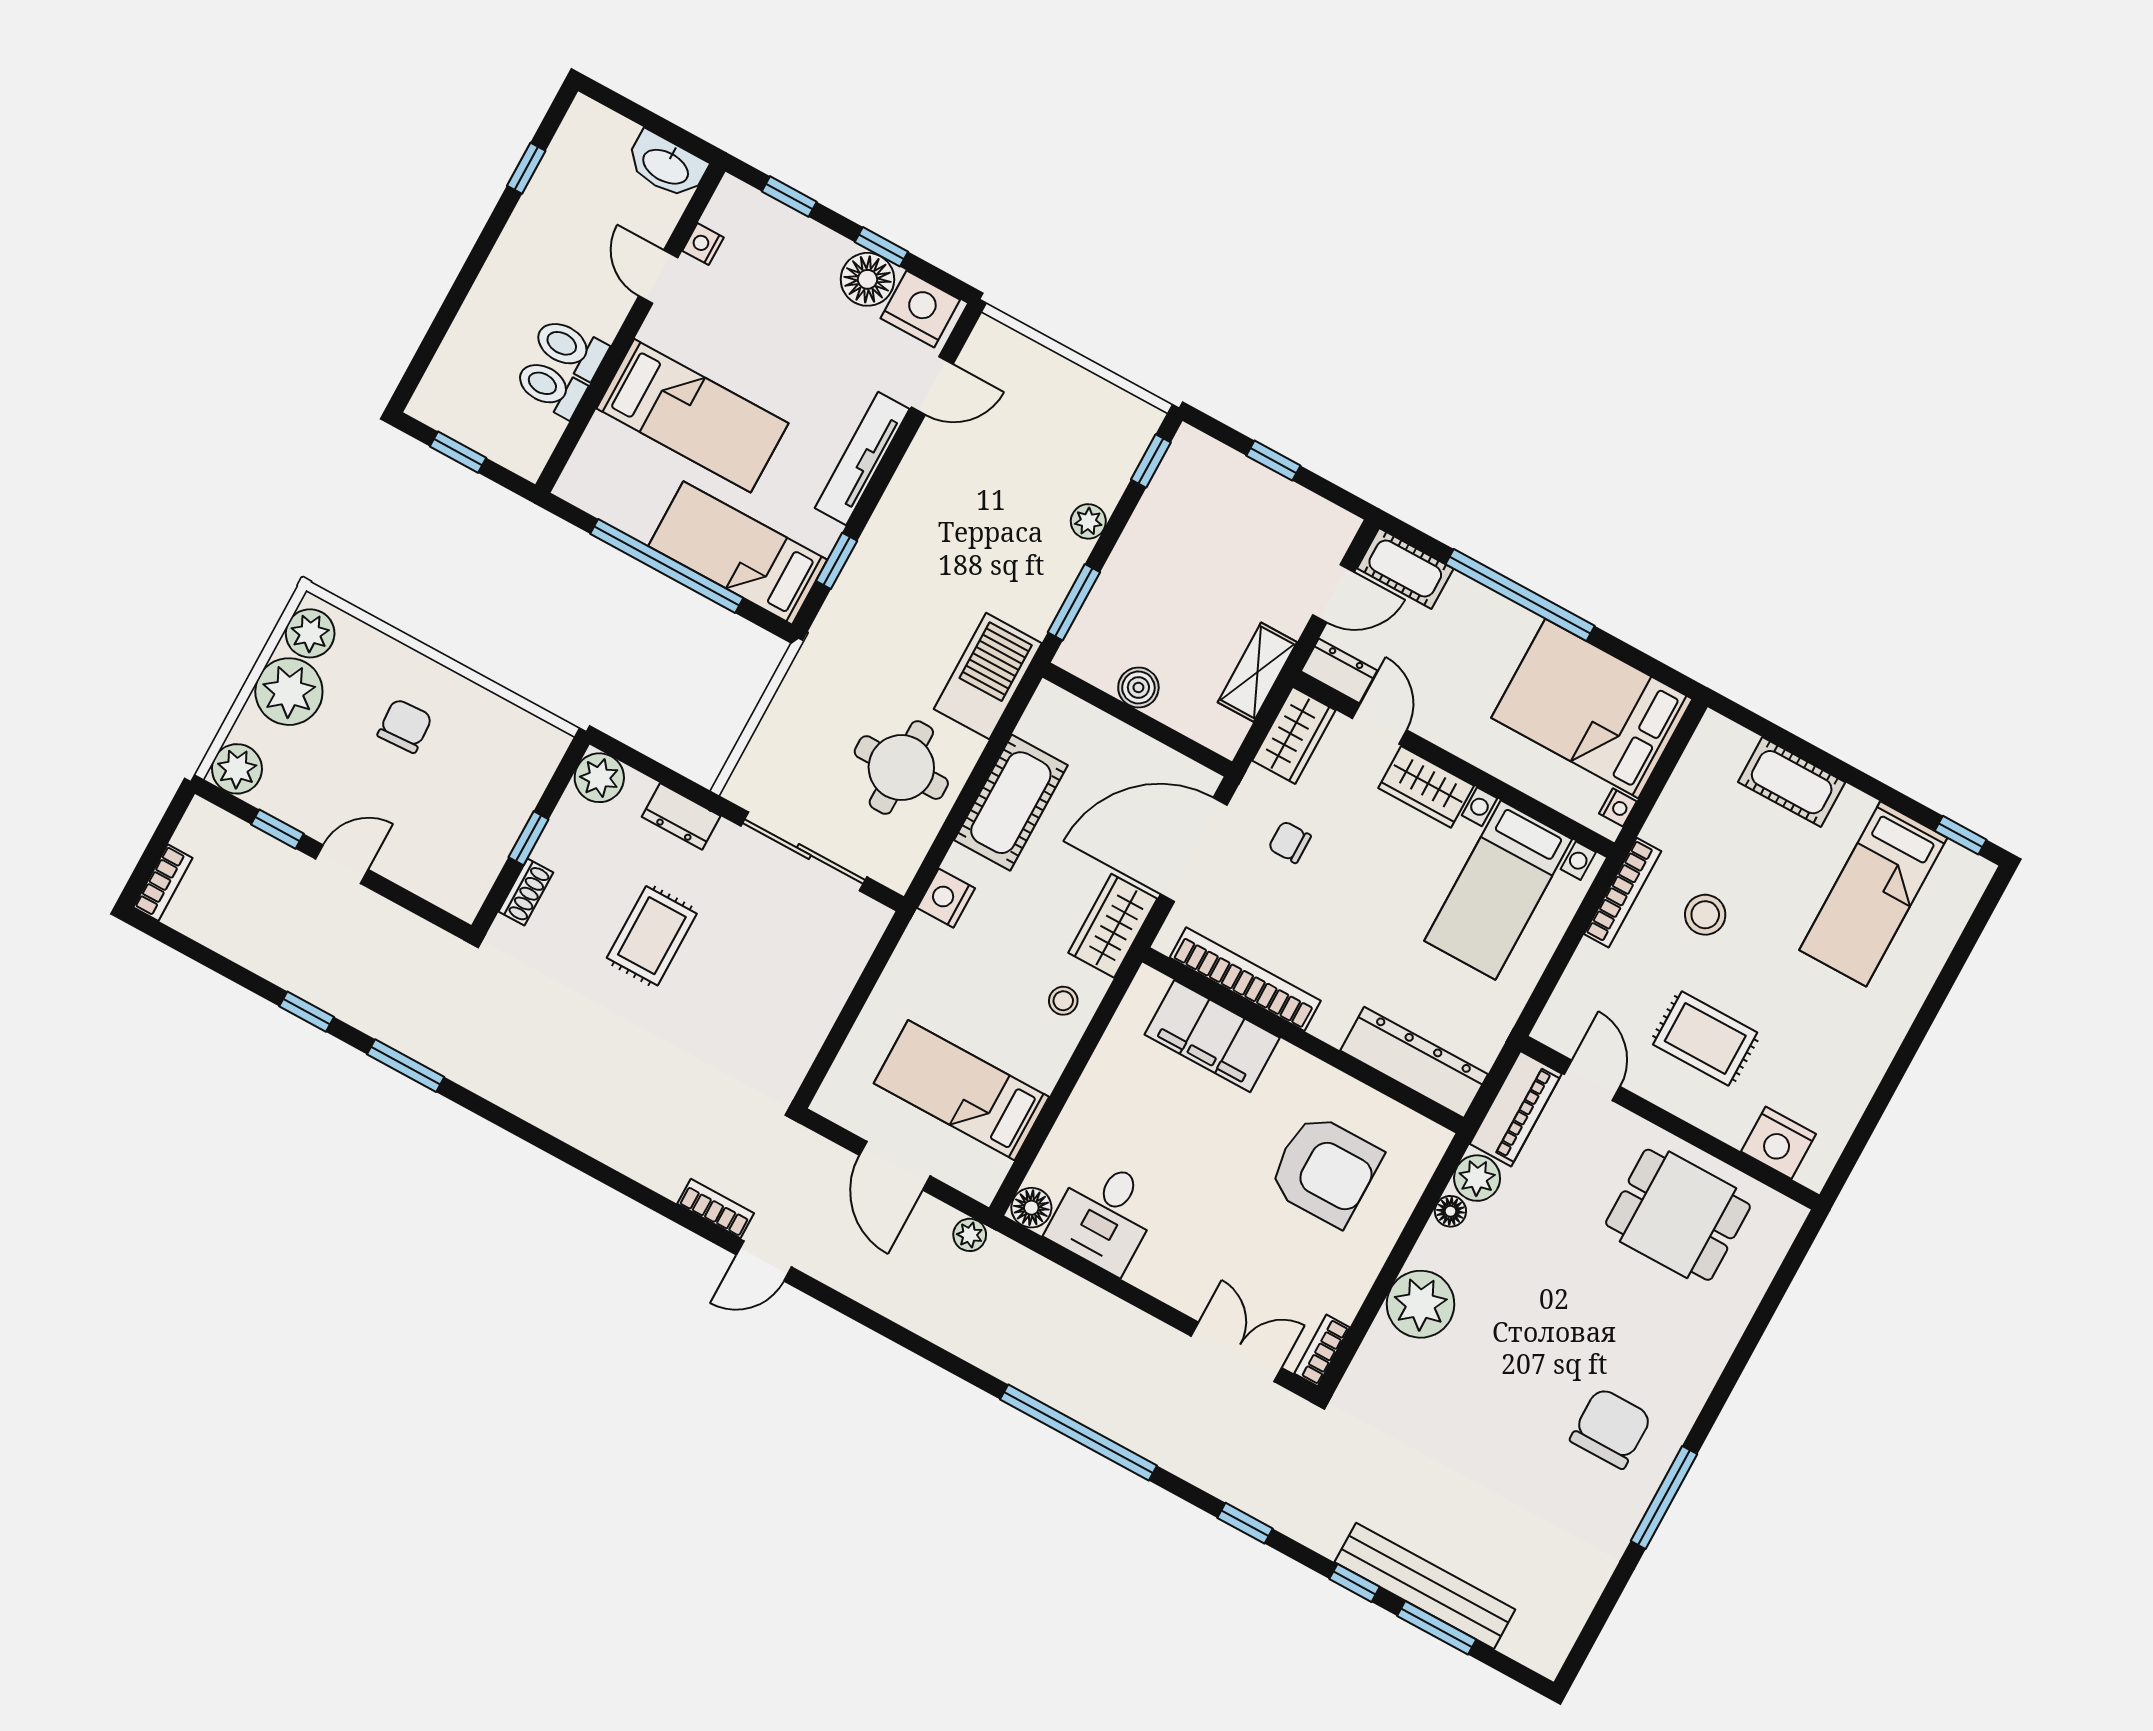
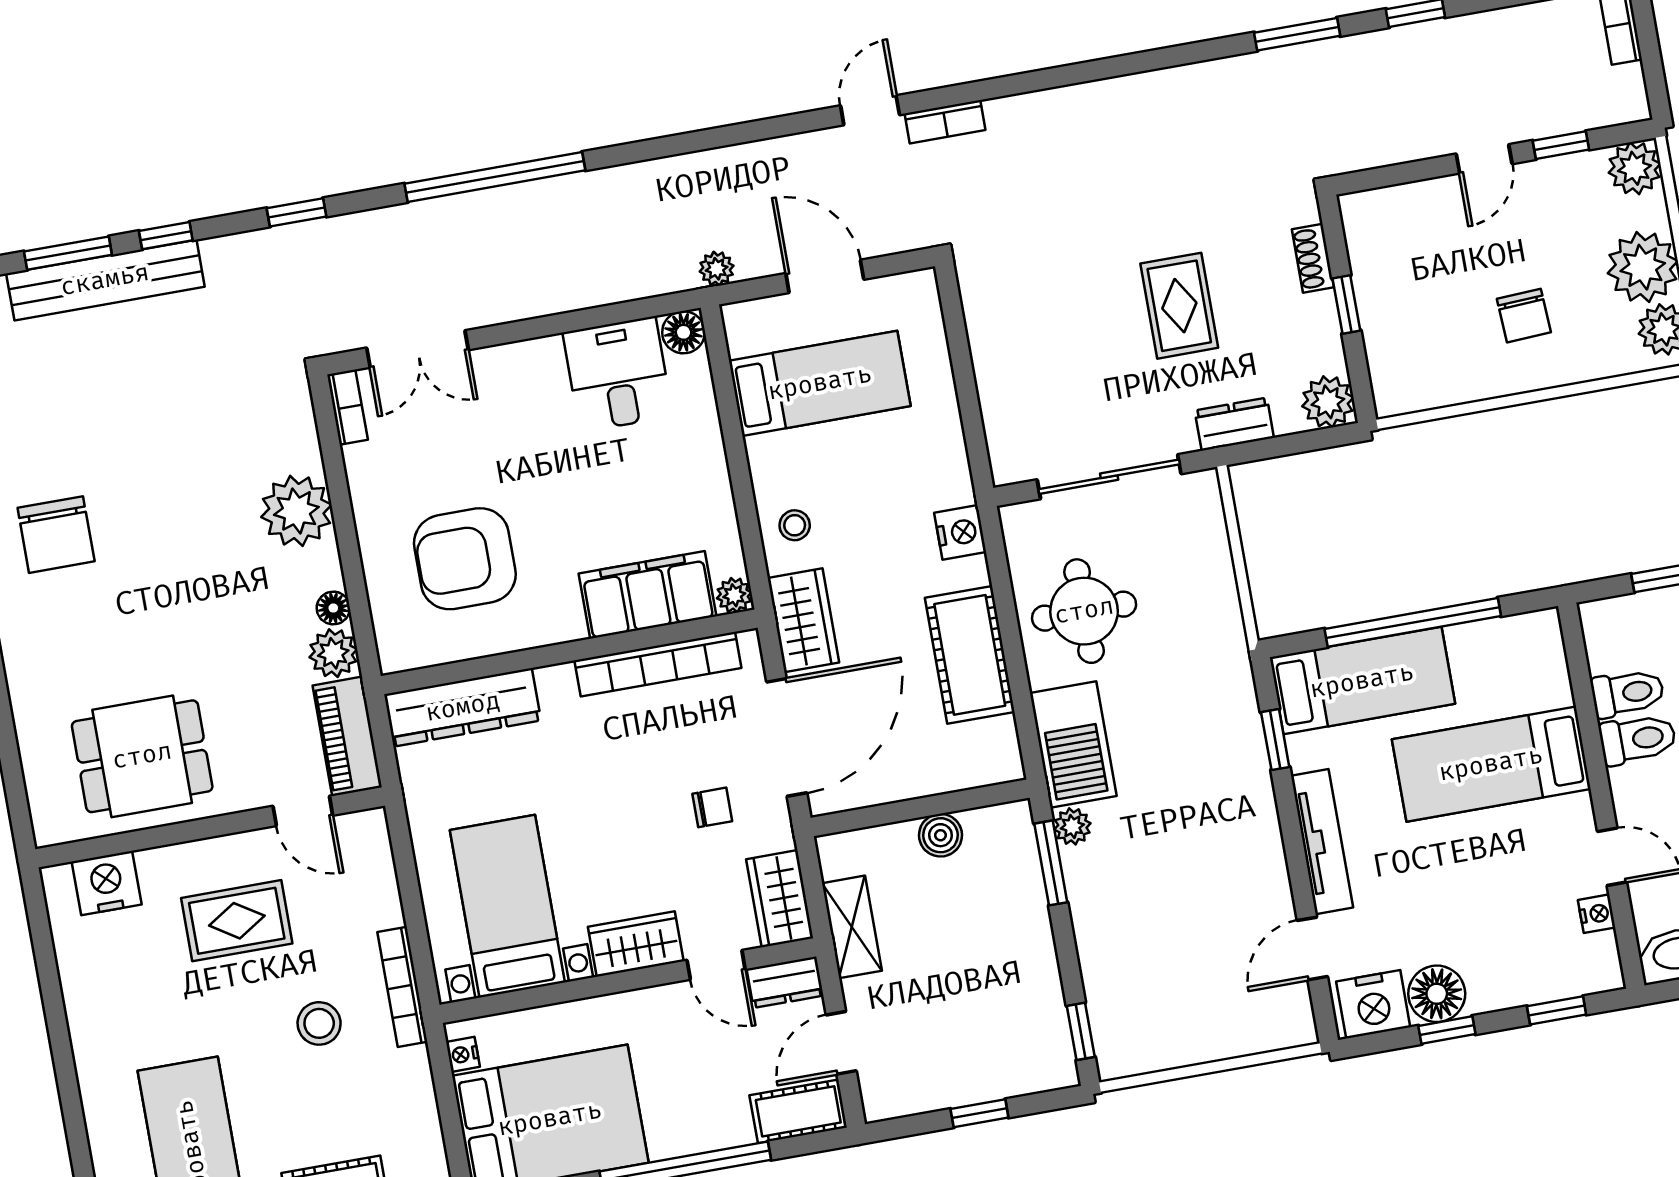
plant: (1088, 521) -> (1072, 826), moved
plant: (1149, 985) -> (734, 595), added

